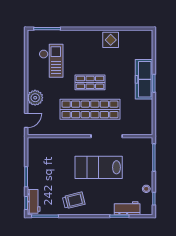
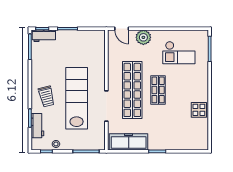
freezer: (144, 79) -> (129, 142), moved
lab bench: (99, 167) -> (77, 98), width x1.36
trolley: (74, 200) -> (46, 96), moved

